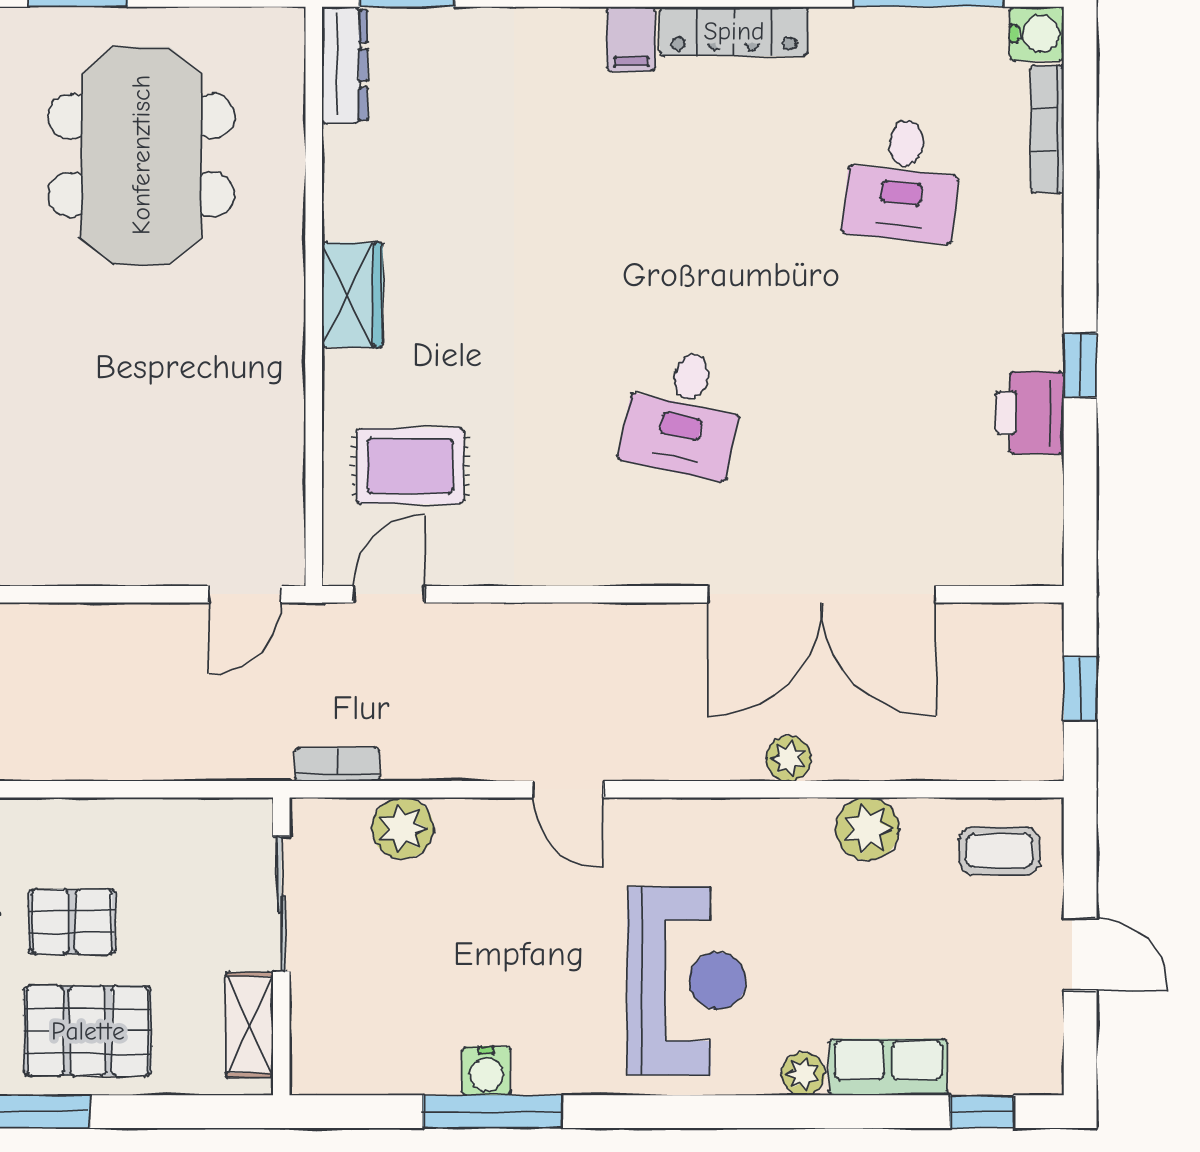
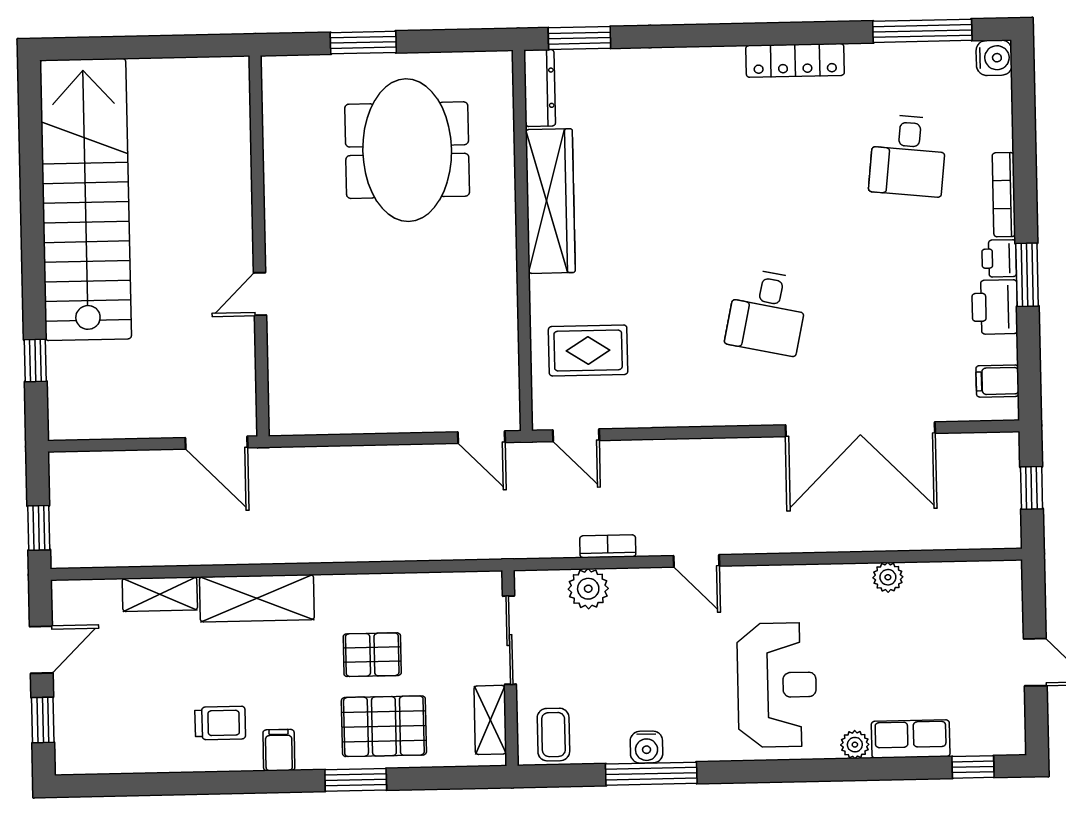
filing cabinet: (631, 39) -> (997, 381), moved, turned 90
bookcase: (1047, 129) -> (1004, 195), moved
wardrobe: (352, 295) -> (550, 201), width x2.10, depth x1.17
printer: (1038, 339) -> (999, 258), added
window: (1080, 365) -> (1027, 275), width x1.50
door: (245, 594) -> (481, 437), hinge flipped
door: (389, 594) -> (576, 435), swing flipped
plant: (789, 759) -> (841, 538), removed
bookcase: (337, 764) -> (608, 546), moved
plant: (867, 829) -> (888, 577), width x0.73, depth x0.73
coffee table: (999, 851) -> (553, 735), moved, turned 90

